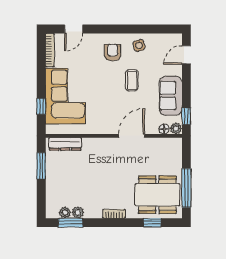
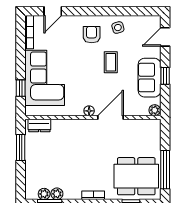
window: (186, 116) -> (165, 76), moved
floor lamp: (164, 129) -> (89, 111), moved
dresser: (65, 144) -> (39, 126), width x0.70

